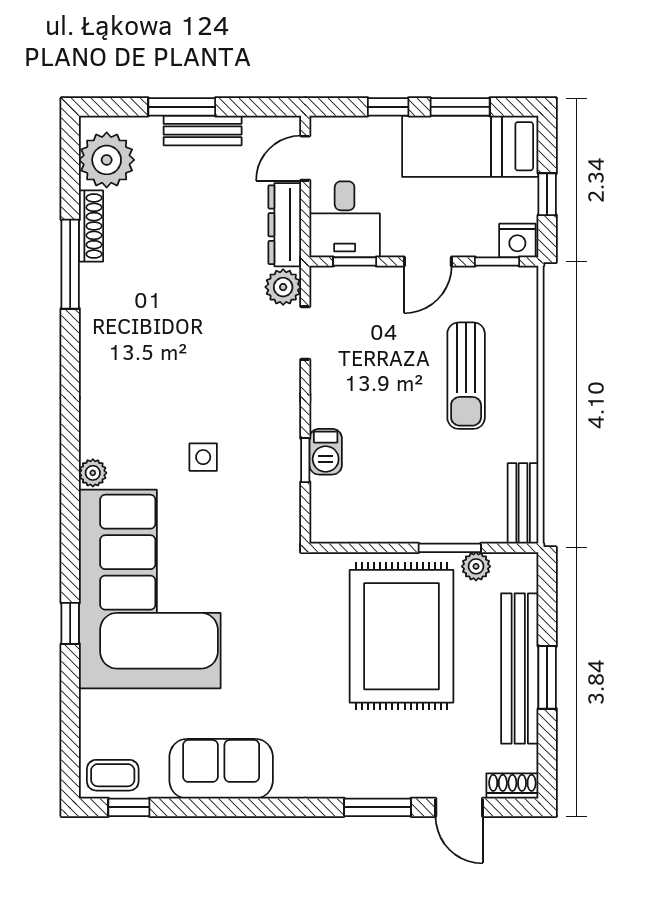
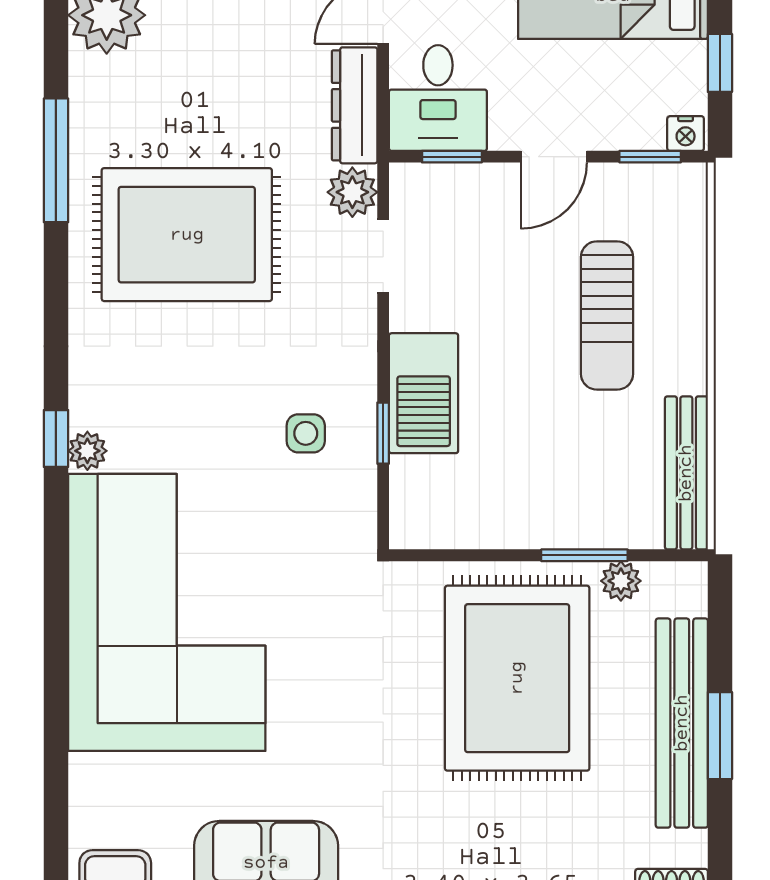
shoe rack: (91, 226) -> (85, 107), removed
nightstand: (517, 241) -> (686, 134), width x0.72, depth x0.74
rug: (164, 318) -> (187, 235), added
barbecue: (326, 452) -> (424, 393), width x1.88, depth x1.53
side table: (203, 457) -> (306, 433), moved
bench: (523, 503) -> (686, 473), width x1.36
window: (70, 623) -> (56, 439), moved

